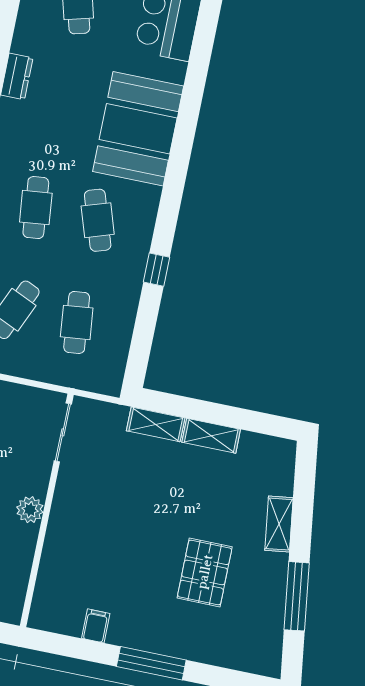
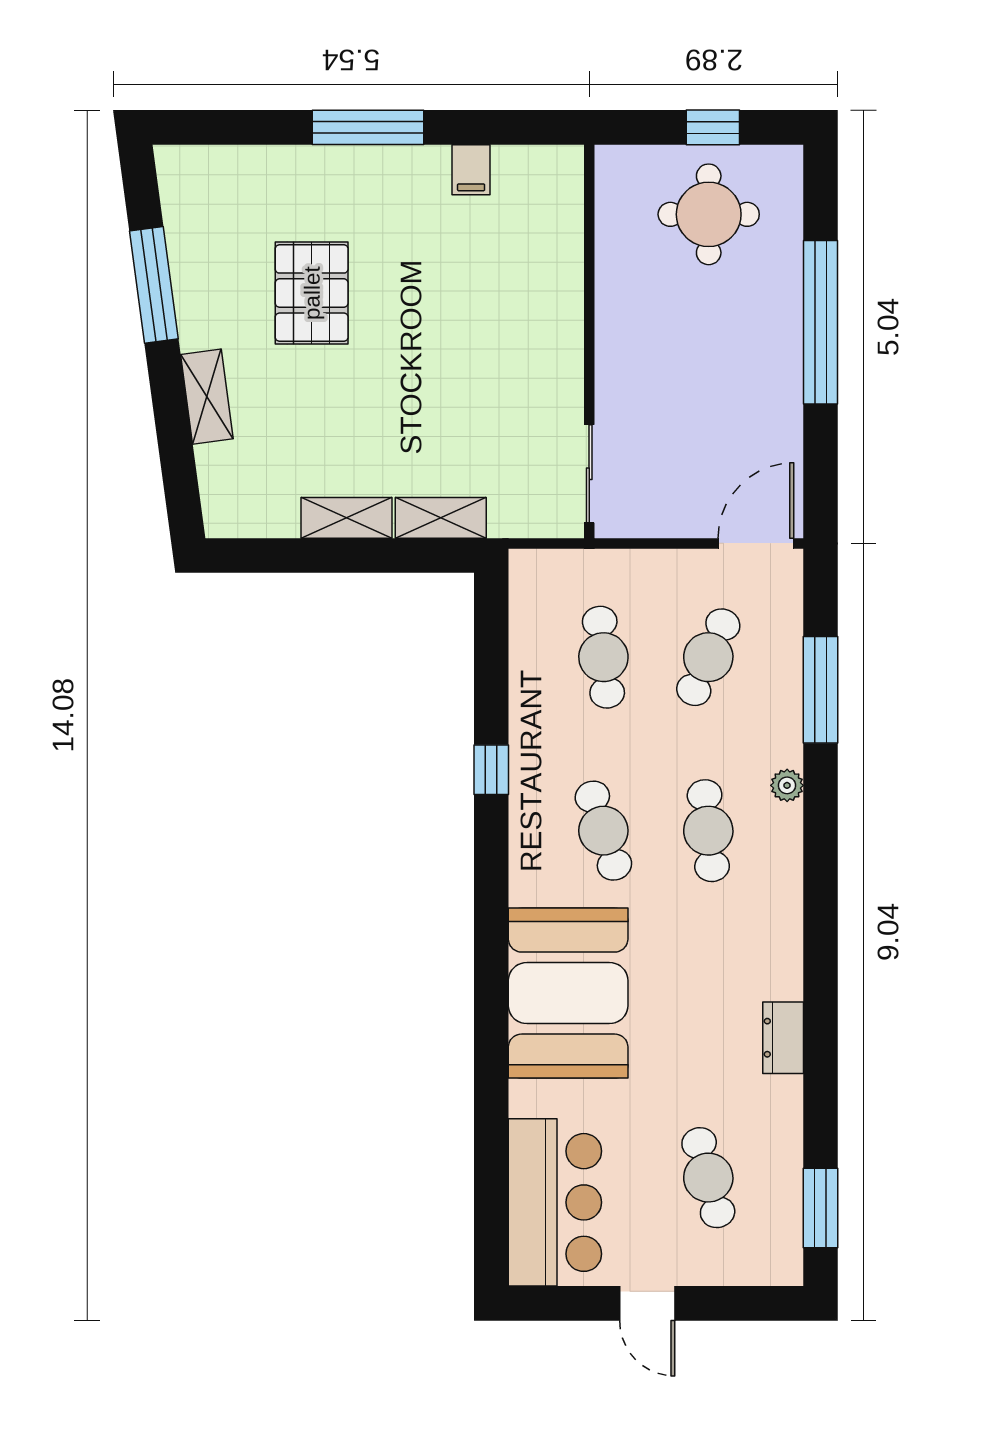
plant: (30, 510) -> (617, 337), removed

